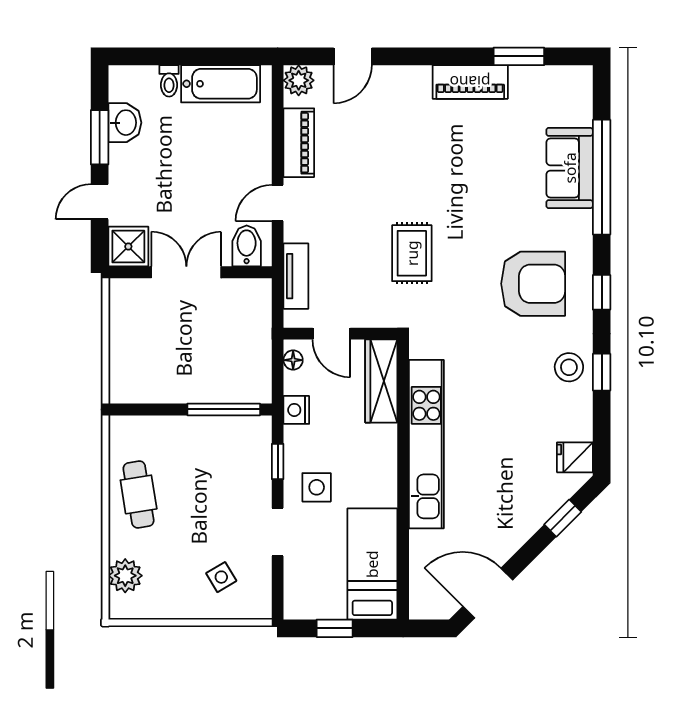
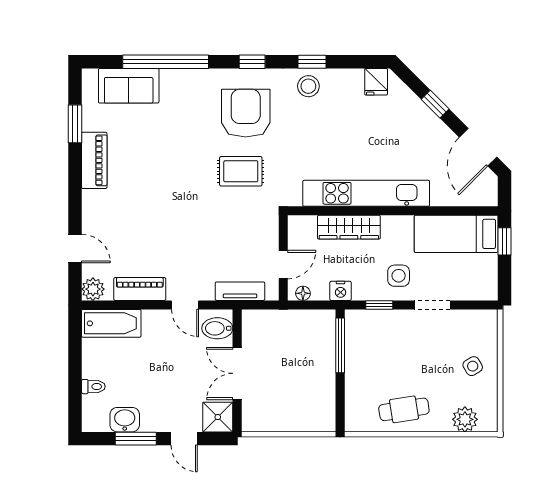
bathtub: (221, 84) -> (111, 323), moved, turned 90
sofa: (570, 168) -> (129, 86), moved
rug: (412, 253) -> (241, 171), moved
wardrobe: (381, 381) -> (349, 227), moved
window: (563, 518) -> (435, 104), moved
side table: (221, 577) -> (473, 366), moved
window: (335, 628) -> (504, 241), moved

